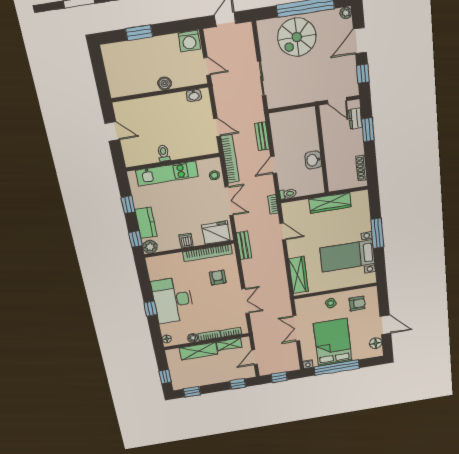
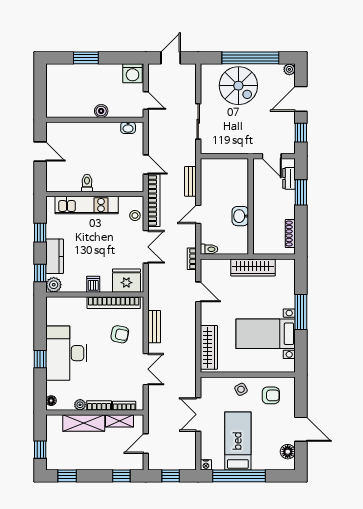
spiral stairs: (297, 37) -> (238, 86), turned -90
bench: (244, 245) -> (154, 327), moved
armchair: (218, 277) -> (120, 334), turned 101
bed: (333, 342) -> (238, 441), width x0.67

